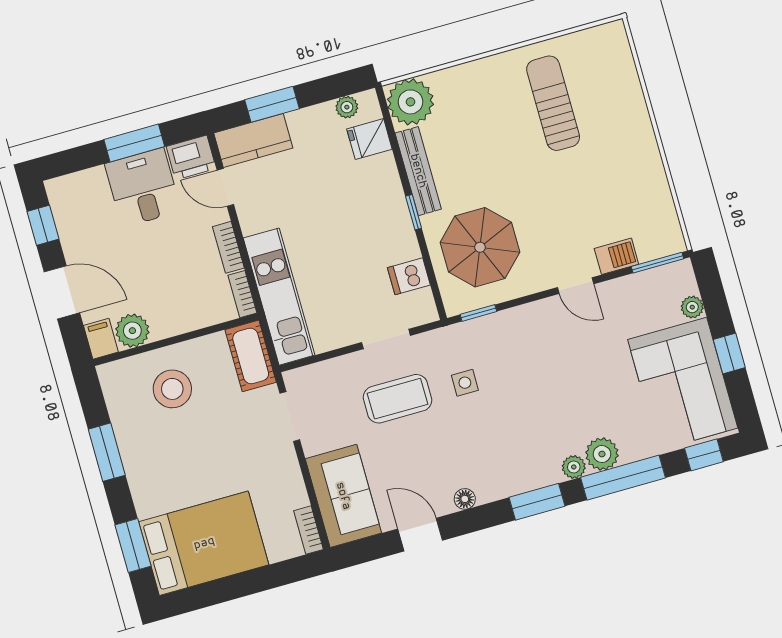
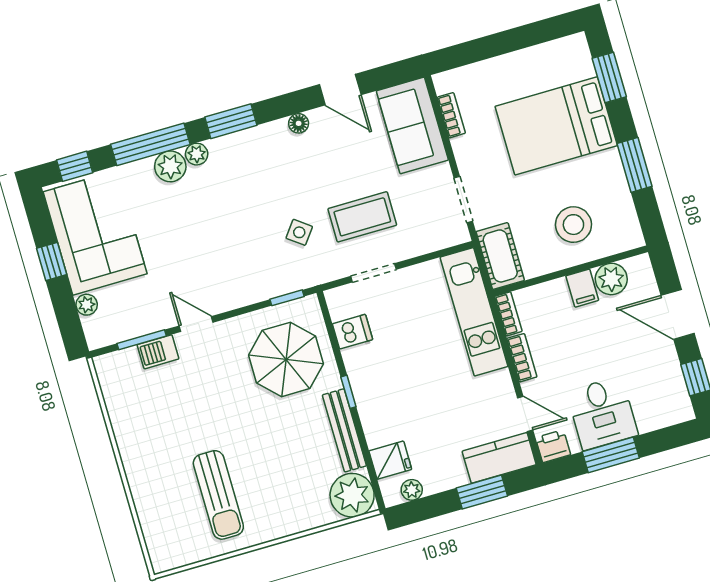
printer: (191, 157) -> (553, 446), width x0.73, depth x0.81
window: (657, 263) -> (142, 340), moved
filing cabinet: (101, 339) -> (582, 288), moved
side table: (465, 383) -> (299, 232), turned 37
bookcase: (308, 530) -> (451, 115), moved
bed: (204, 543) -> (556, 126), moved

